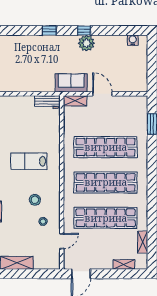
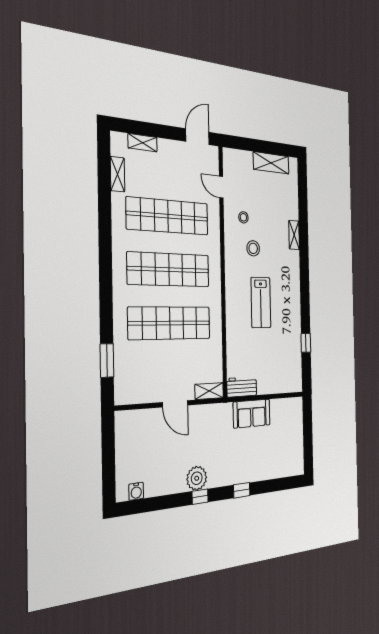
sofa: (71, 83) -> (252, 414), moved
lab bench: (29, 161) -> (261, 303), turned 90
door: (62, 241) -> (221, 187), hinge flipped

